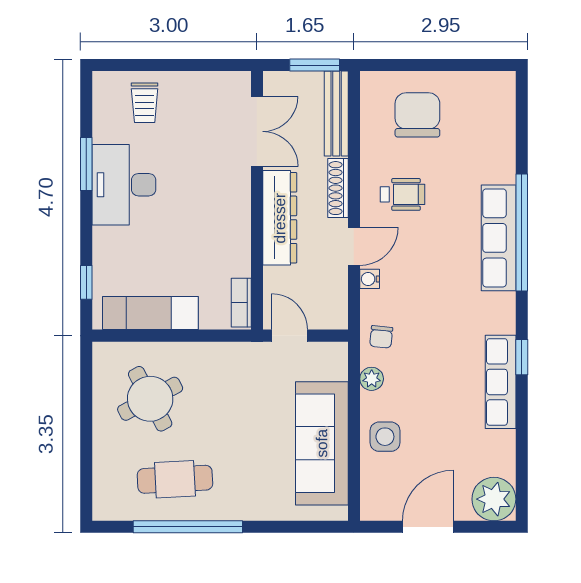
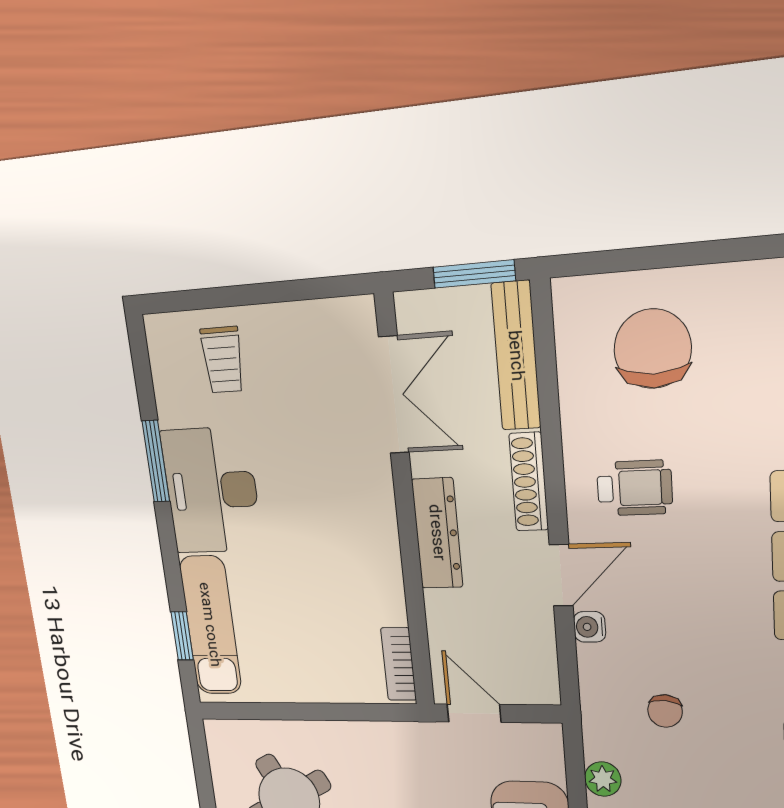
dresser: (280, 218) -> (437, 533), width x0.73, depth x0.80
exam couch: (150, 313) -> (210, 625), moved, turned 90
chair: (381, 337) -> (665, 711), moved

